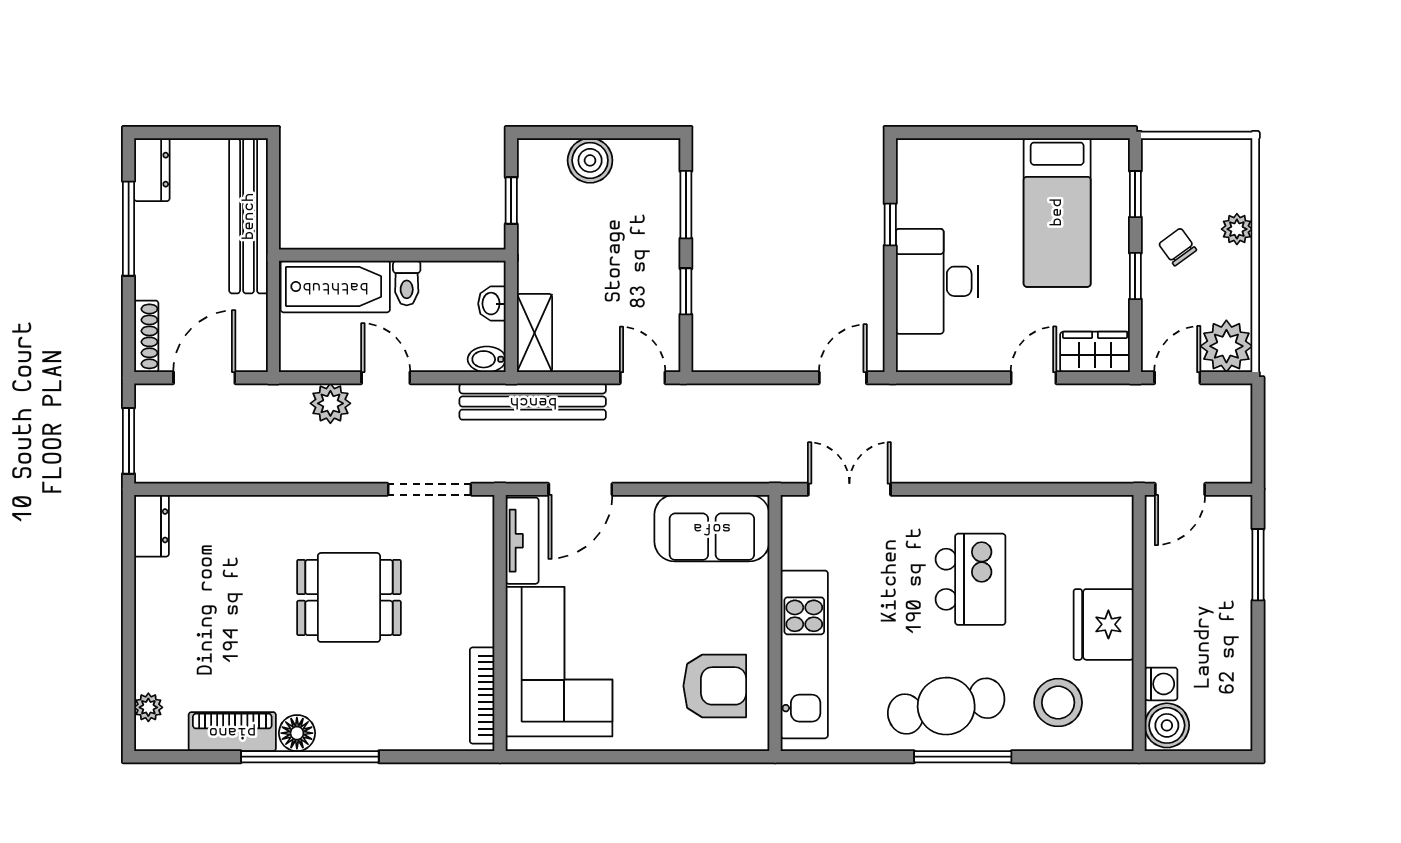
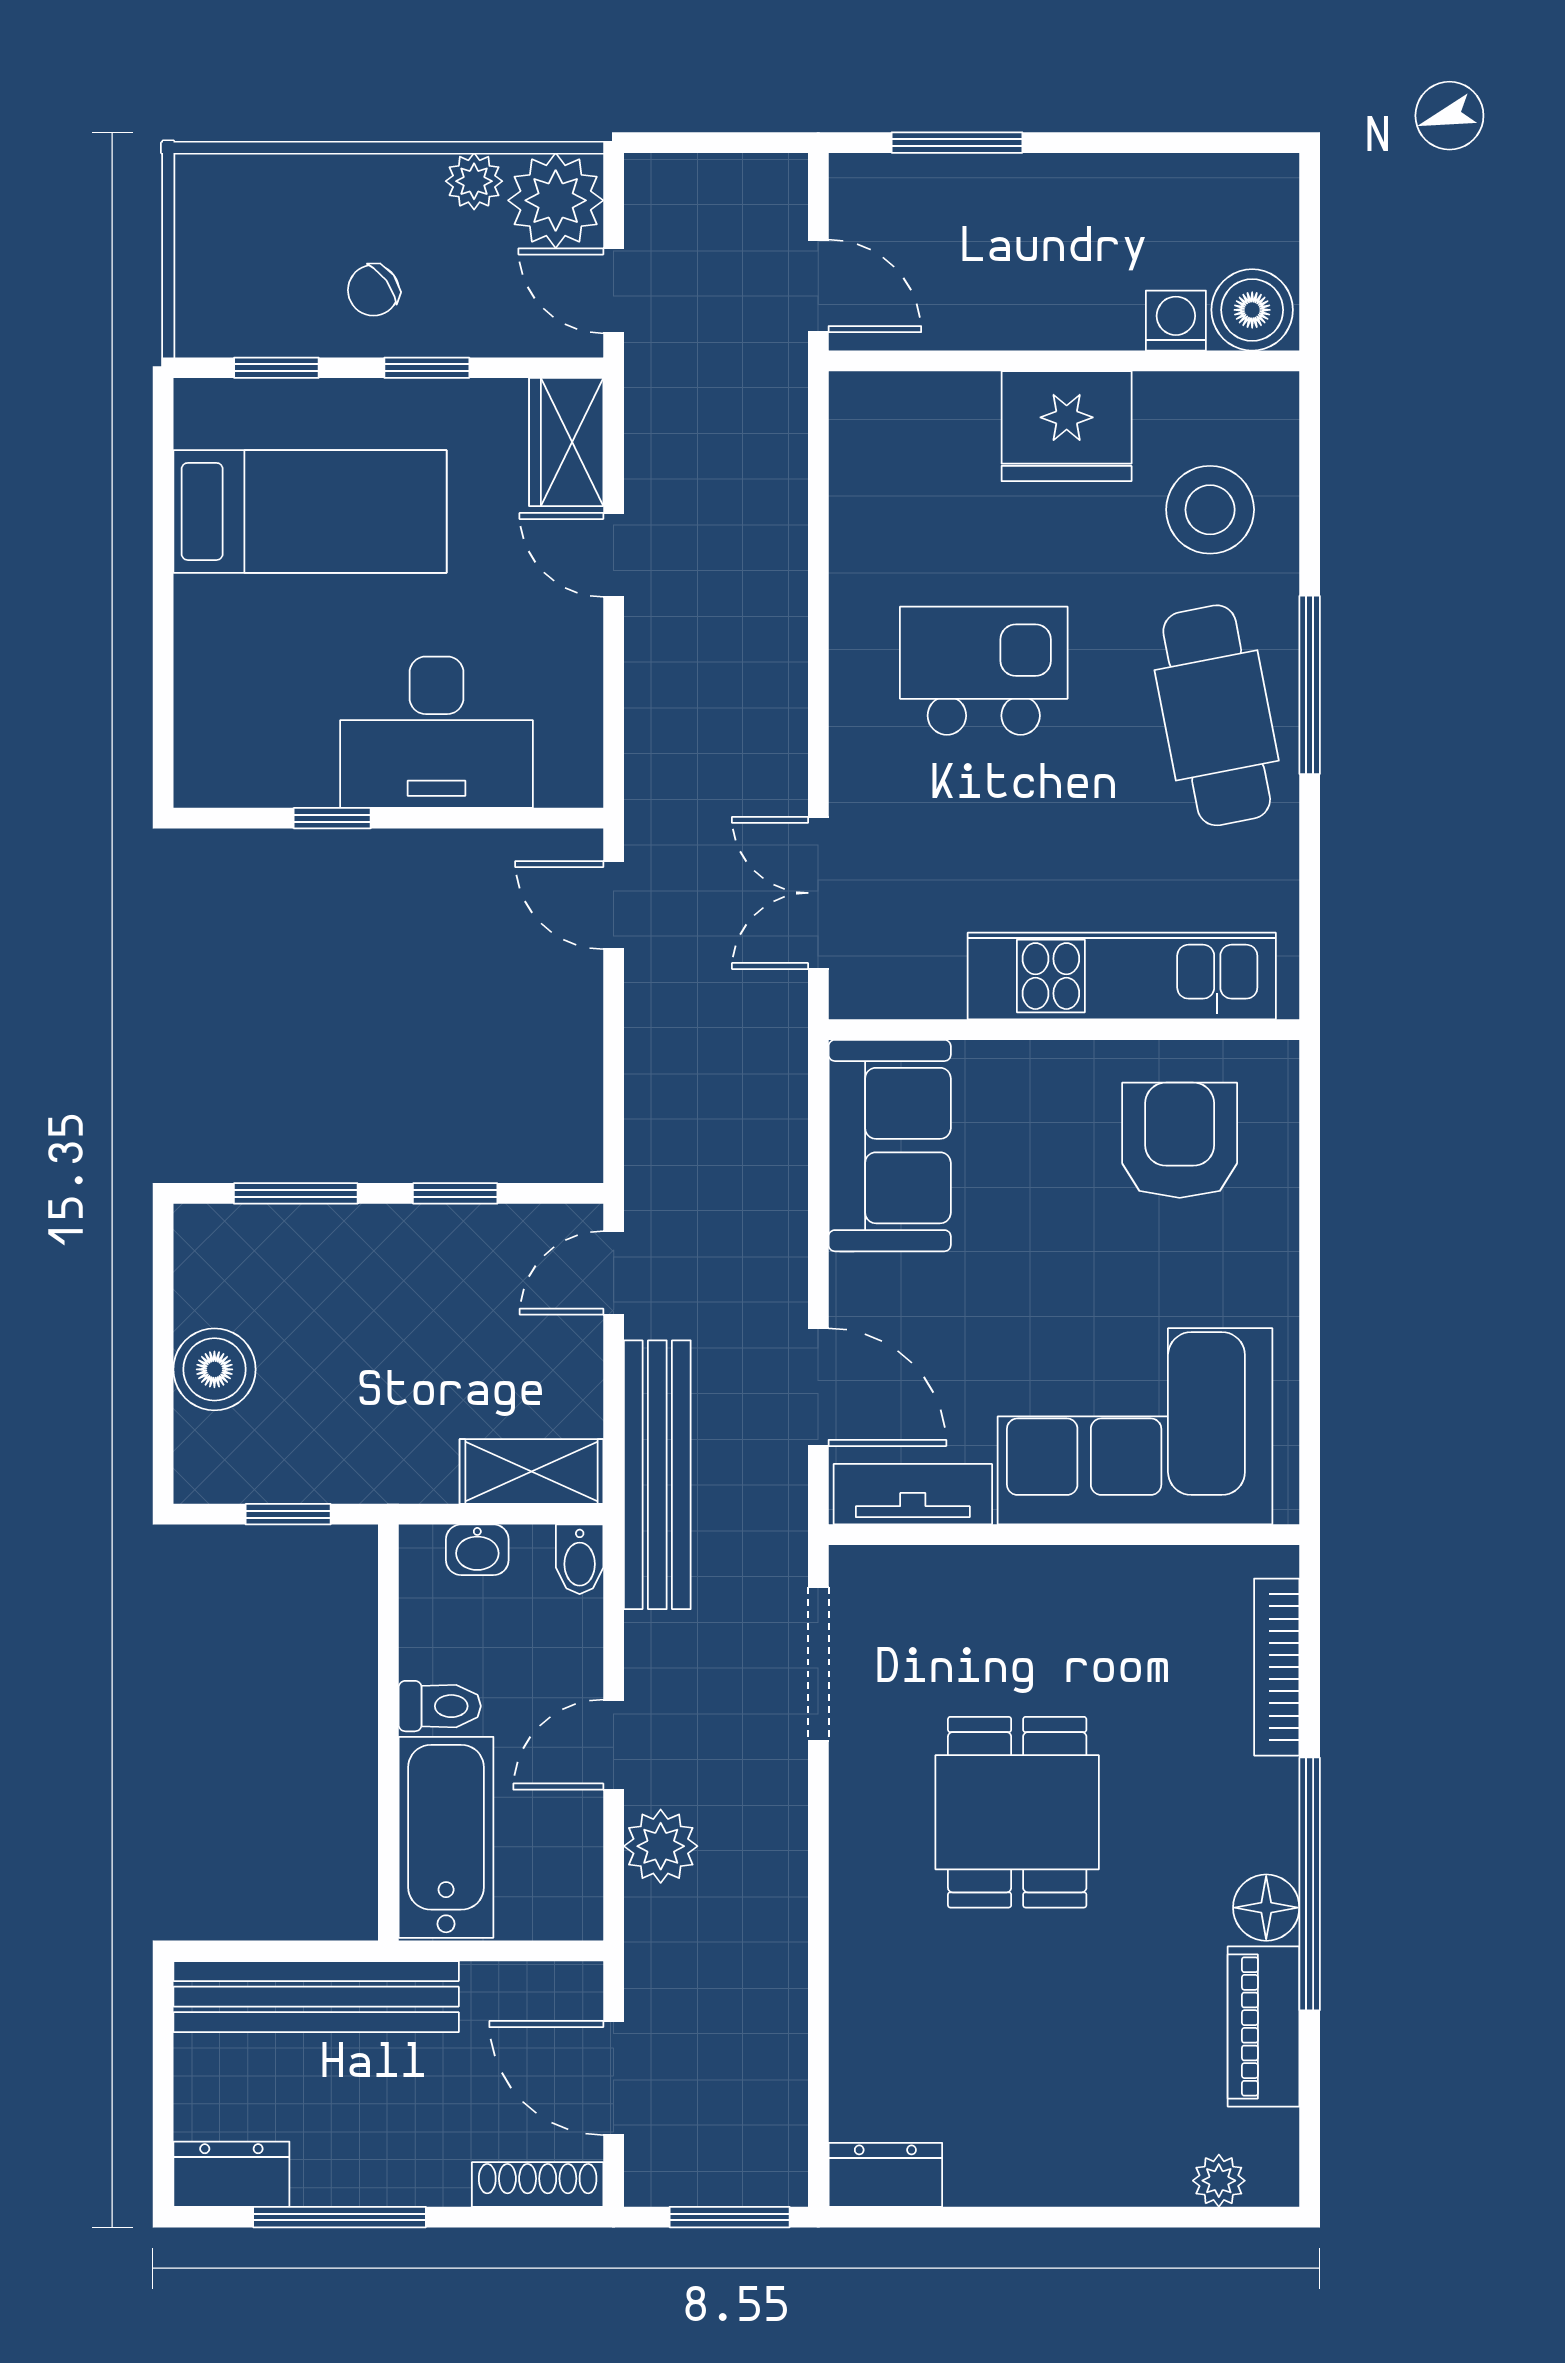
plant: (1237, 229) -> (474, 181), moved
bookcase: (482, 695) -> (1277, 1667), moved, turned 90

